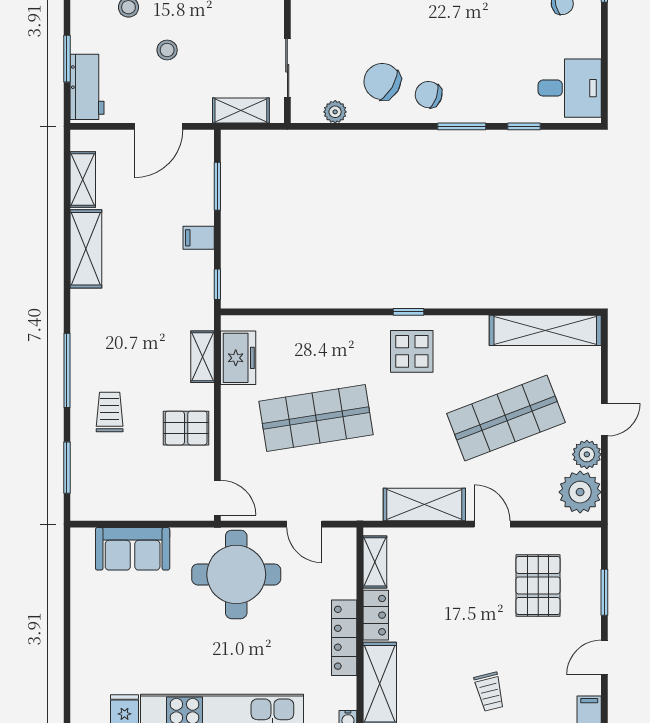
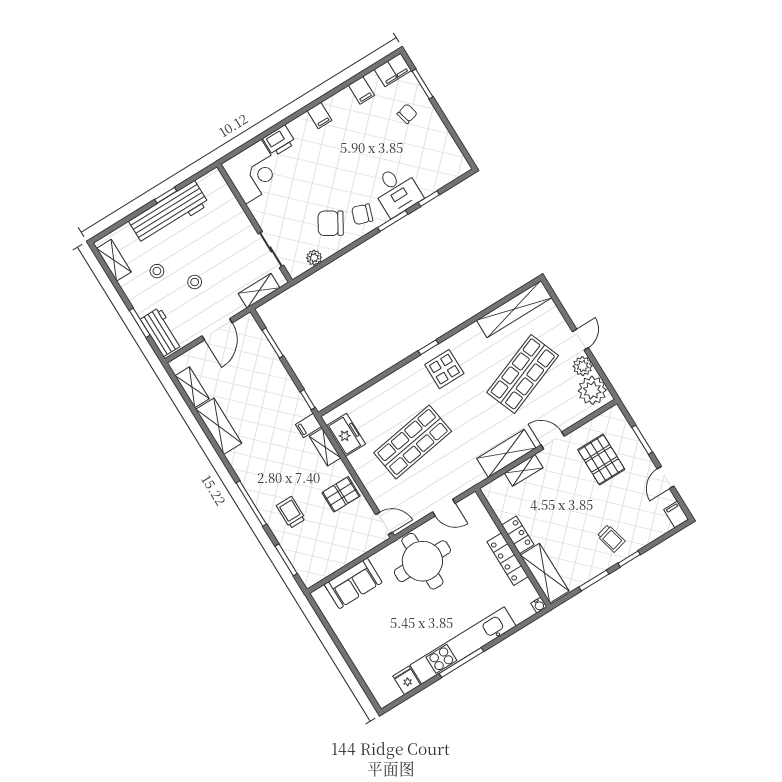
desk: (570, 88) -> (397, 191), moved, turned 90
filing cabinet: (199, 238) -> (309, 425), moved
shelving: (375, 562) -> (524, 470), moved, turned 90

